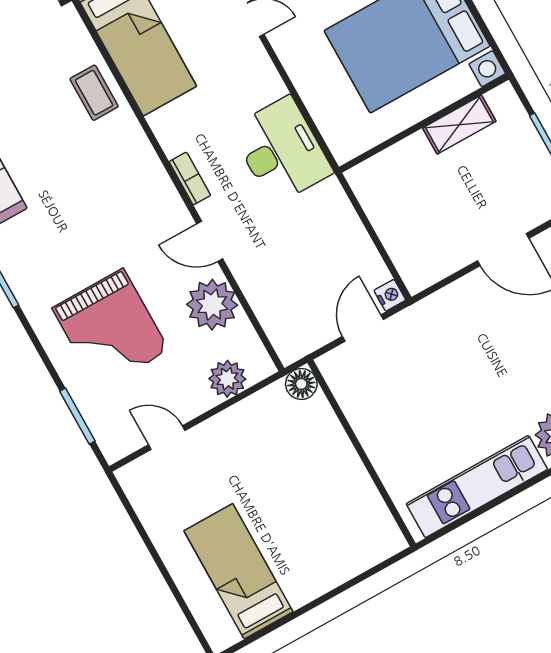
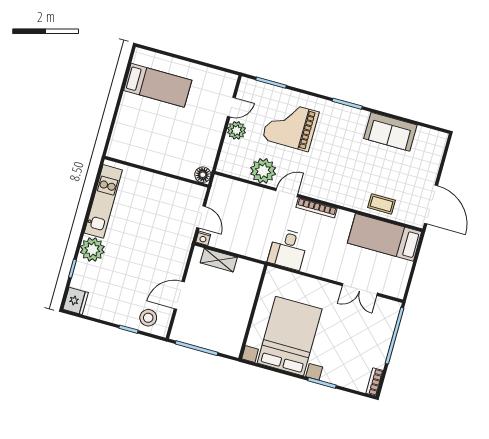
shelving: (459, 125) -> (219, 260), moved, turned 90
desk: (281, 151) -> (288, 249), width x0.73
bookcase: (190, 179) -> (317, 208), width x1.56
plant: (227, 379) -> (236, 130), moved

